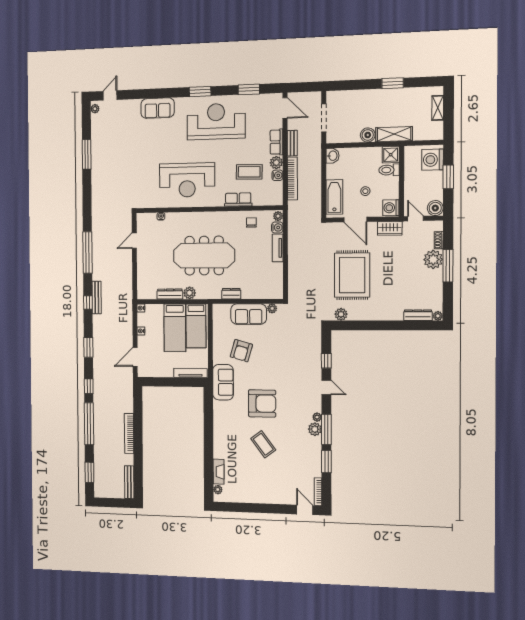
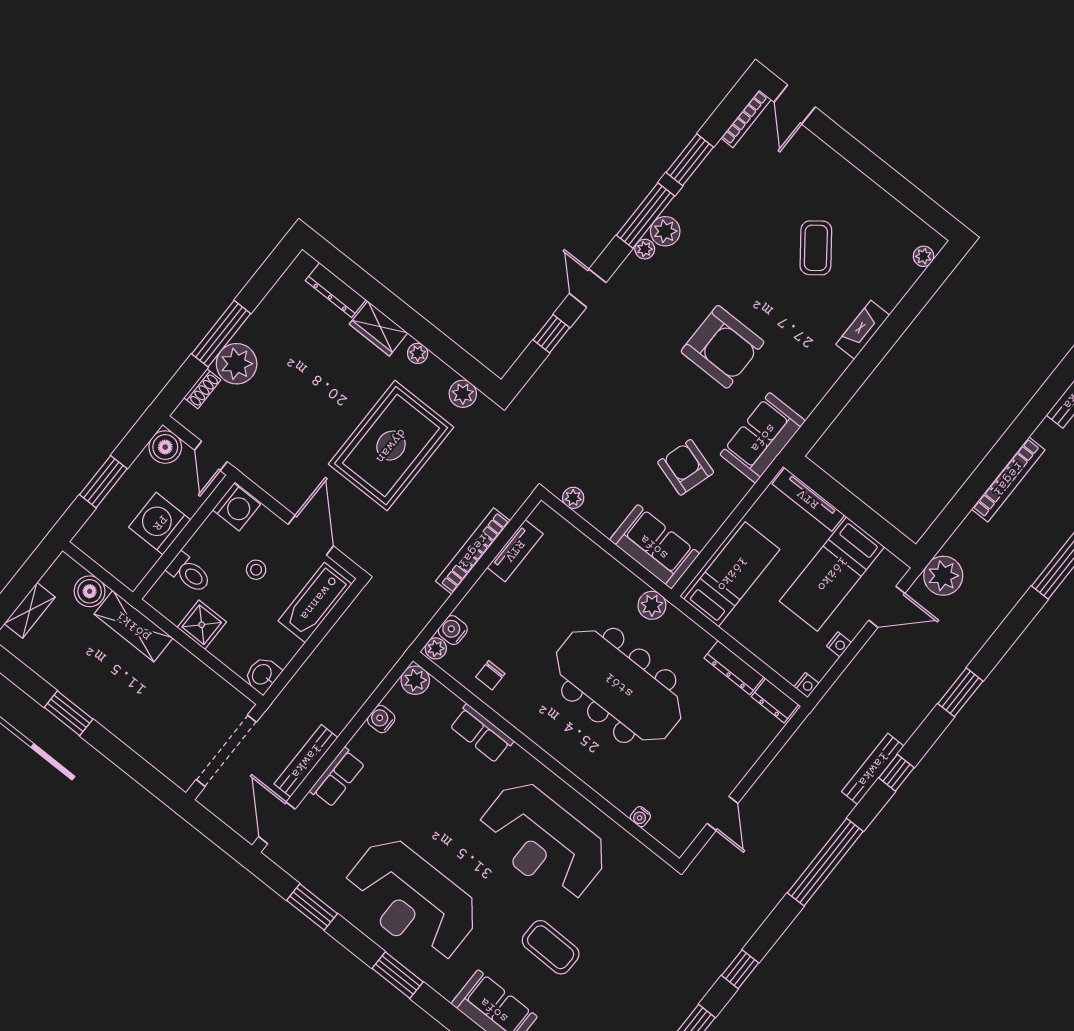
doorway: (324, 118) -> (226, 751), width x1.36
boiler: (368, 135) -> (90, 591), moved
bench: (292, 143) -> (306, 761), width x1.36
shower: (391, 155) -> (202, 625), moved
washing machine: (433, 160) -> (160, 523), moved, turned 180
plant: (276, 163) -> (415, 680), moved
coffee table: (249, 172) -> (551, 947), moved
bookcase: (292, 178) -> (473, 551), moved
reception desk: (187, 180) -> (543, 841), turned 180
wardrobe: (390, 228) -> (379, 328), moved, turned 180
door: (134, 241) -> (723, 813), hinge flipped
tv unit: (278, 248) -> (515, 551), moved
plant: (190, 293) -> (652, 605), moved
dresser: (231, 294) -> (775, 701), moved
sofa: (249, 314) -> (654, 547), moved
plant: (438, 316) -> (418, 353), moved
bed: (175, 328) -> (832, 574), moved, turned 180
armchair: (241, 351) -> (686, 467), turned -89
plant: (125, 383) -> (943, 576), added
window: (89, 386) -> (740, 969), moved
armchair: (262, 403) -> (723, 347), turned 180
coffee table: (263, 444) -> (816, 248), moved
fireplace: (219, 472) -> (863, 330), moved

